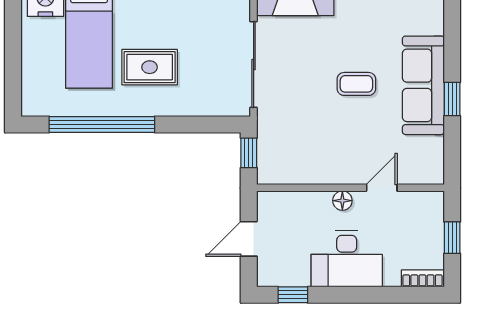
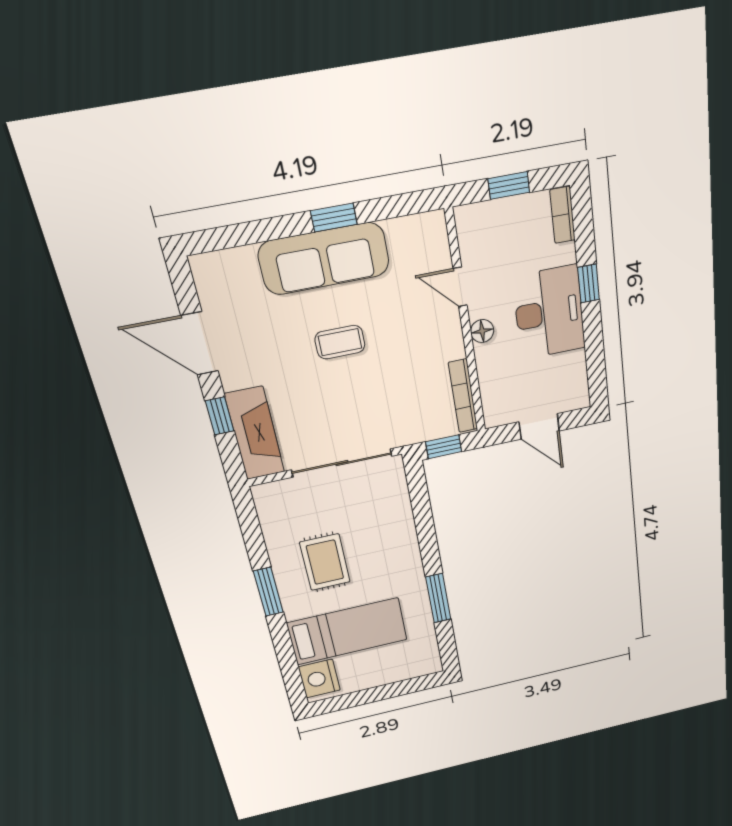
rug: (150, 67) -> (325, 562), moved
coffee table: (356, 84) -> (340, 342), turned 90
window: (102, 124) -> (438, 598), width x0.47
bookcase: (290, 177) -> (463, 396), added
window: (293, 295) -> (588, 284), moved

